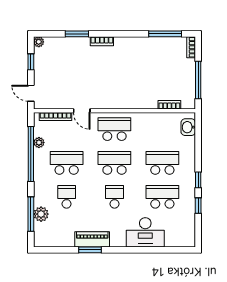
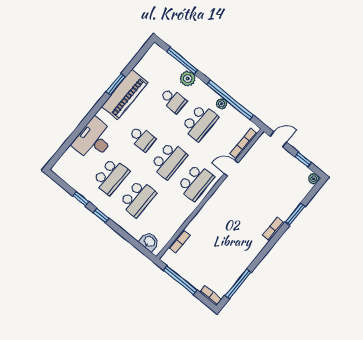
plant: (39, 143) -> (222, 104), moved
plant: (41, 214) -> (188, 79), moved
piano: (92, 239) -> (125, 95), width x1.37, depth x1.33

